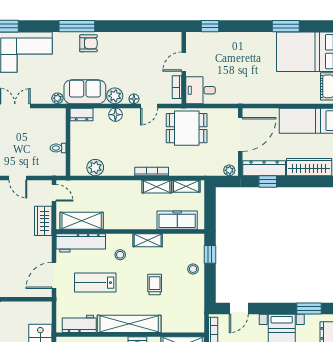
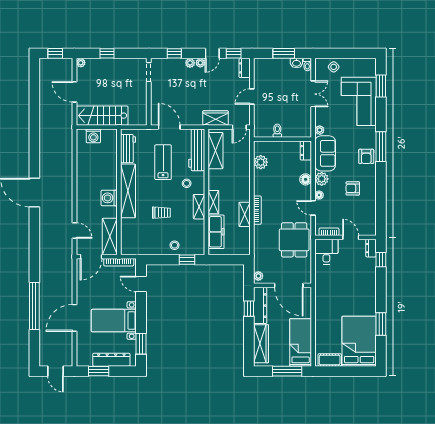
dresser: (196, 38) -> (371, 248), added
armchair: (126, 59) -> (353, 188), added
shelving: (186, 186) -> (213, 202), moved

